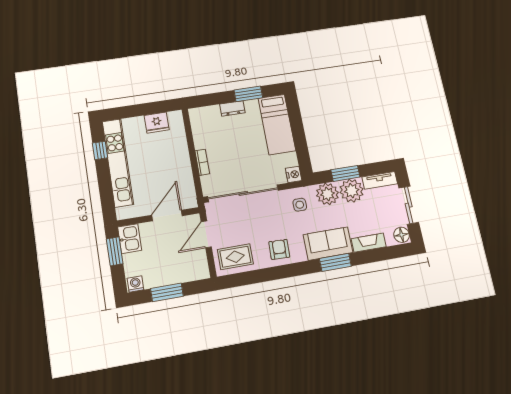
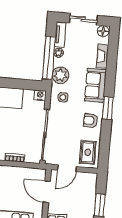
window: (345, 173) -> (49, 58), width x2.11
plant: (352, 191) -> (59, 53), width x0.53, depth x0.53
door: (206, 234) -> (67, 168), hinge flipped
window: (335, 262) -> (108, 108), moved

